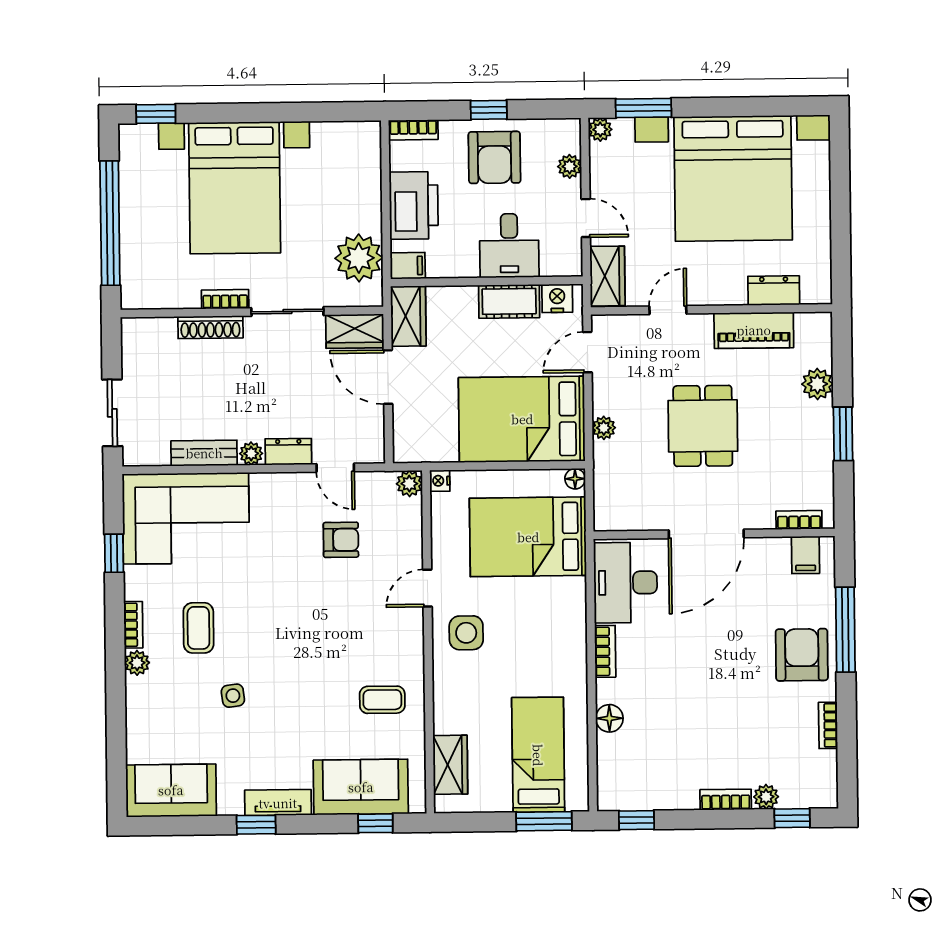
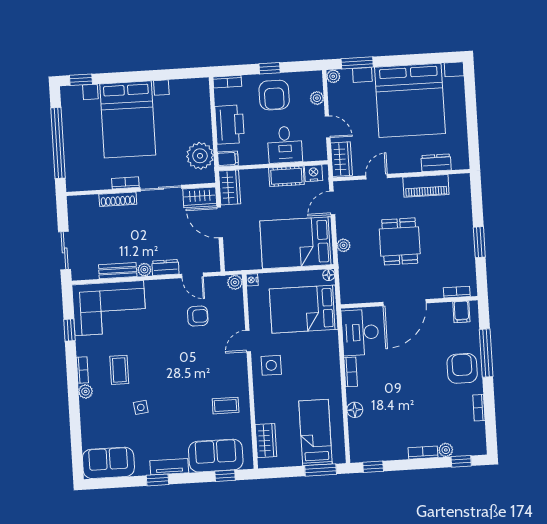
plant: (817, 384) -> (463, 215), removed

